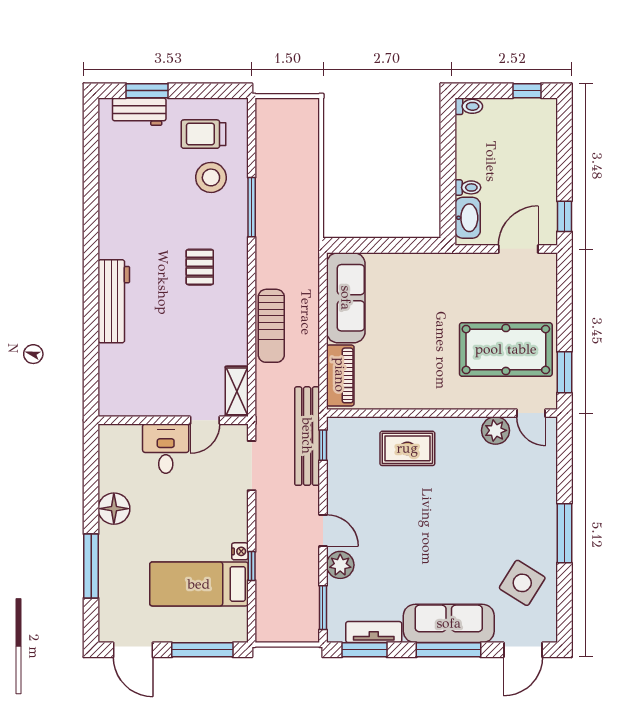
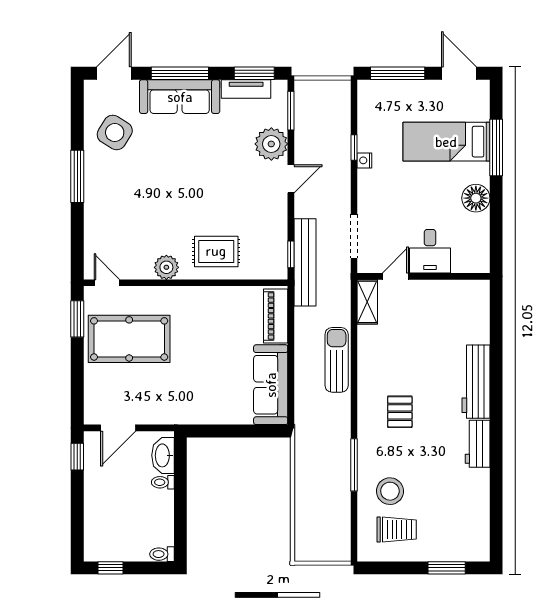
workbench: (139, 112) -> (478, 444), moved, turned -90
plant: (495, 430) -> (166, 267), moved
door: (323, 530) -> (291, 179), swing flipped
plant: (340, 565) -> (271, 144), width x1.36, depth x1.36
bed: (199, 584) -> (446, 142), moved, turned 180

